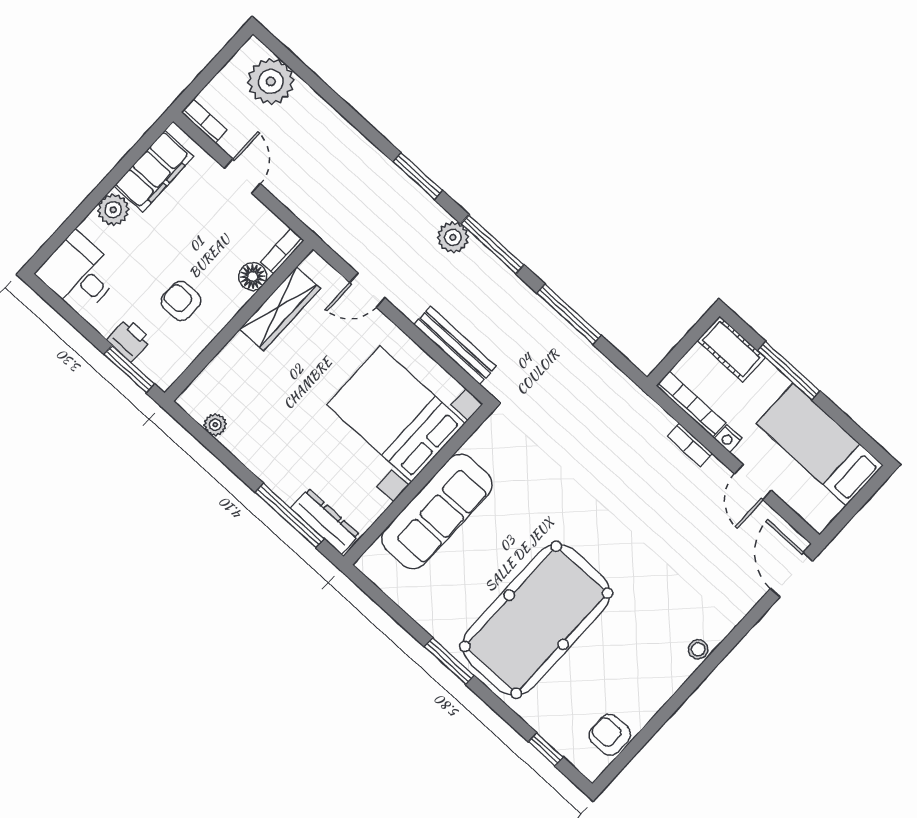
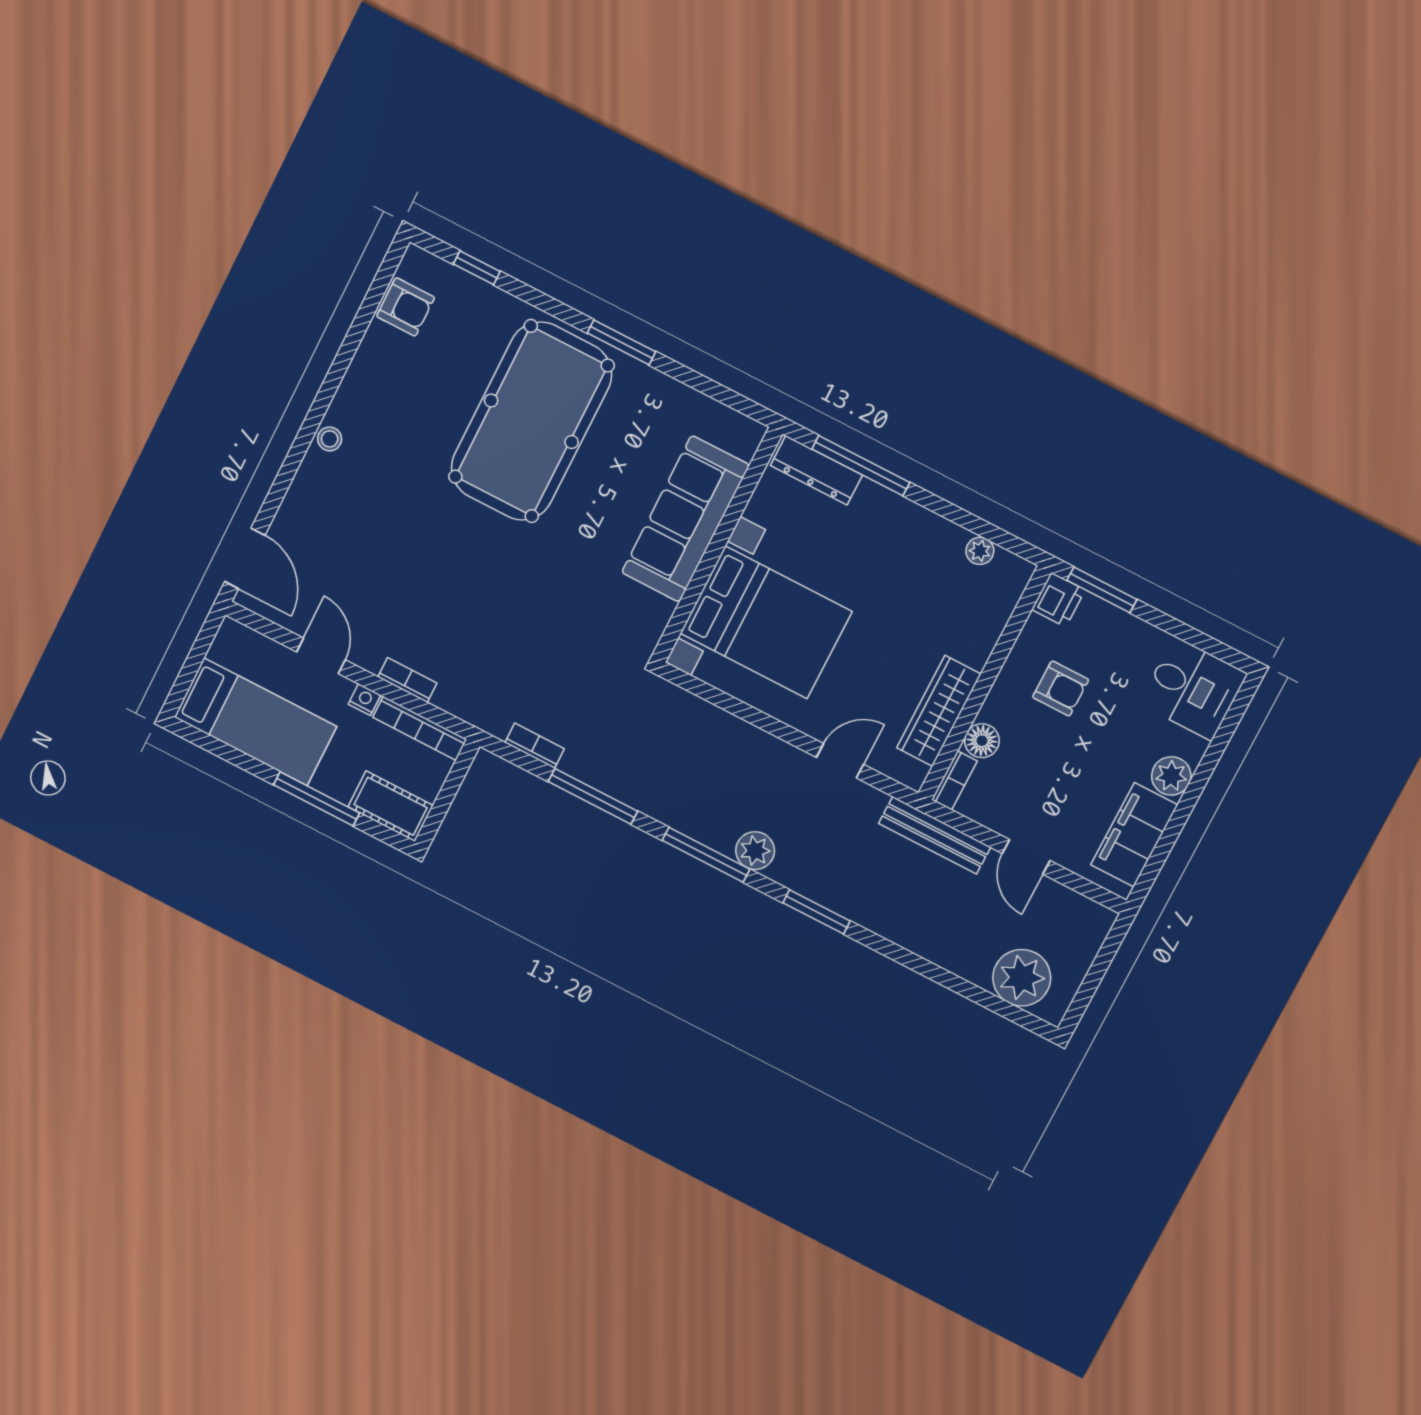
bookcase: (204, 121) -> (535, 746), moved, turned 180
printer: (129, 340) -> (1058, 600), moved, turned -90
bench: (455, 345) -> (935, 835), moved

